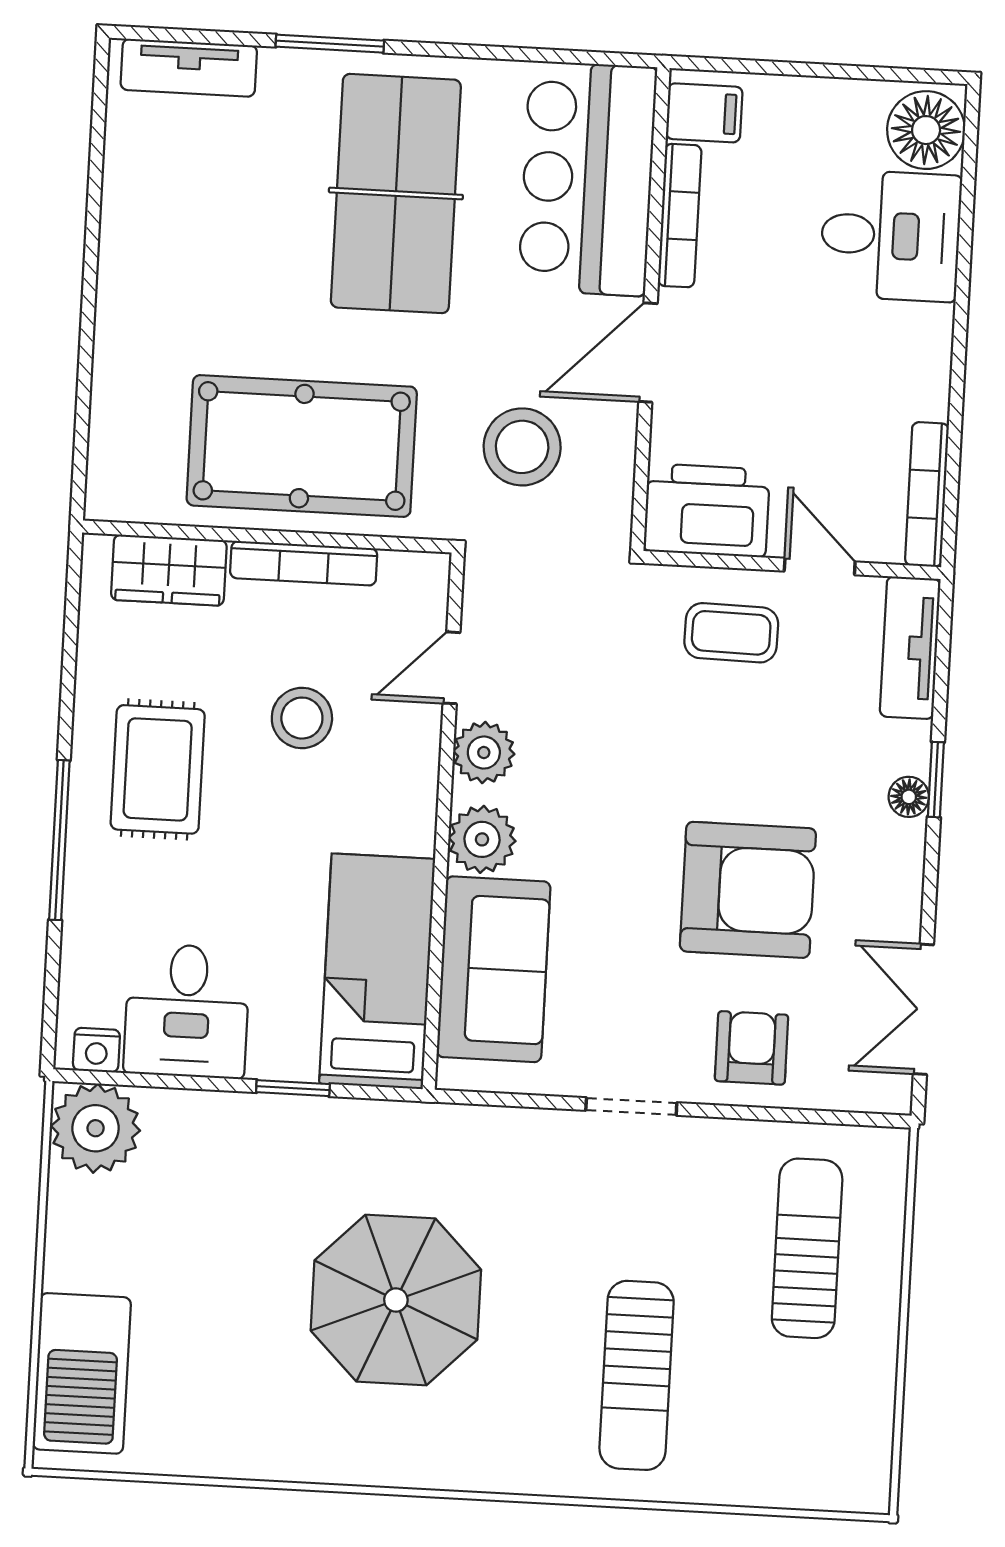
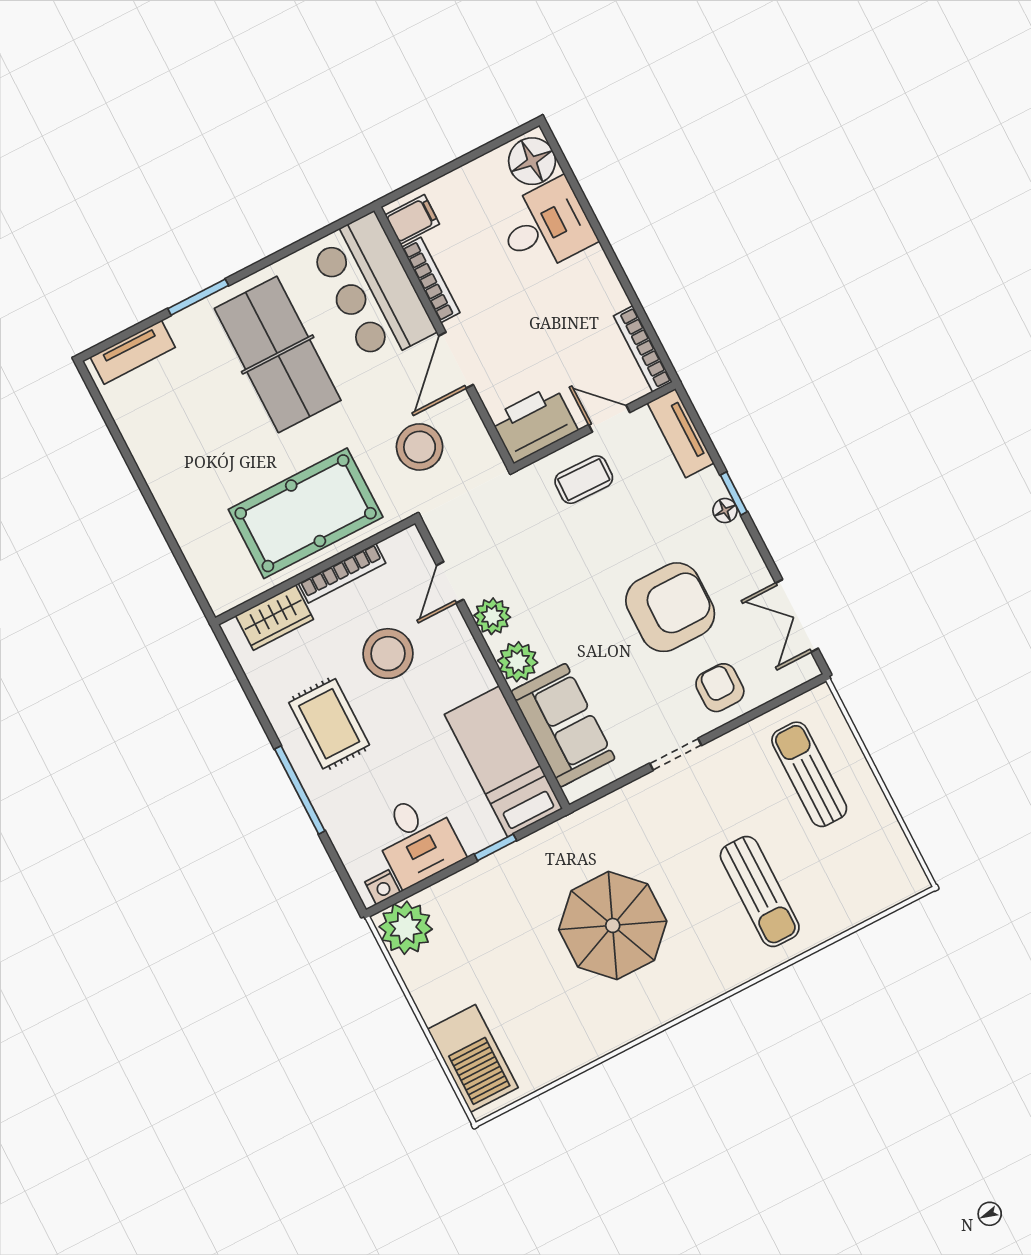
stool: (302, 718) -> (388, 654), width x1.38, depth x1.38

